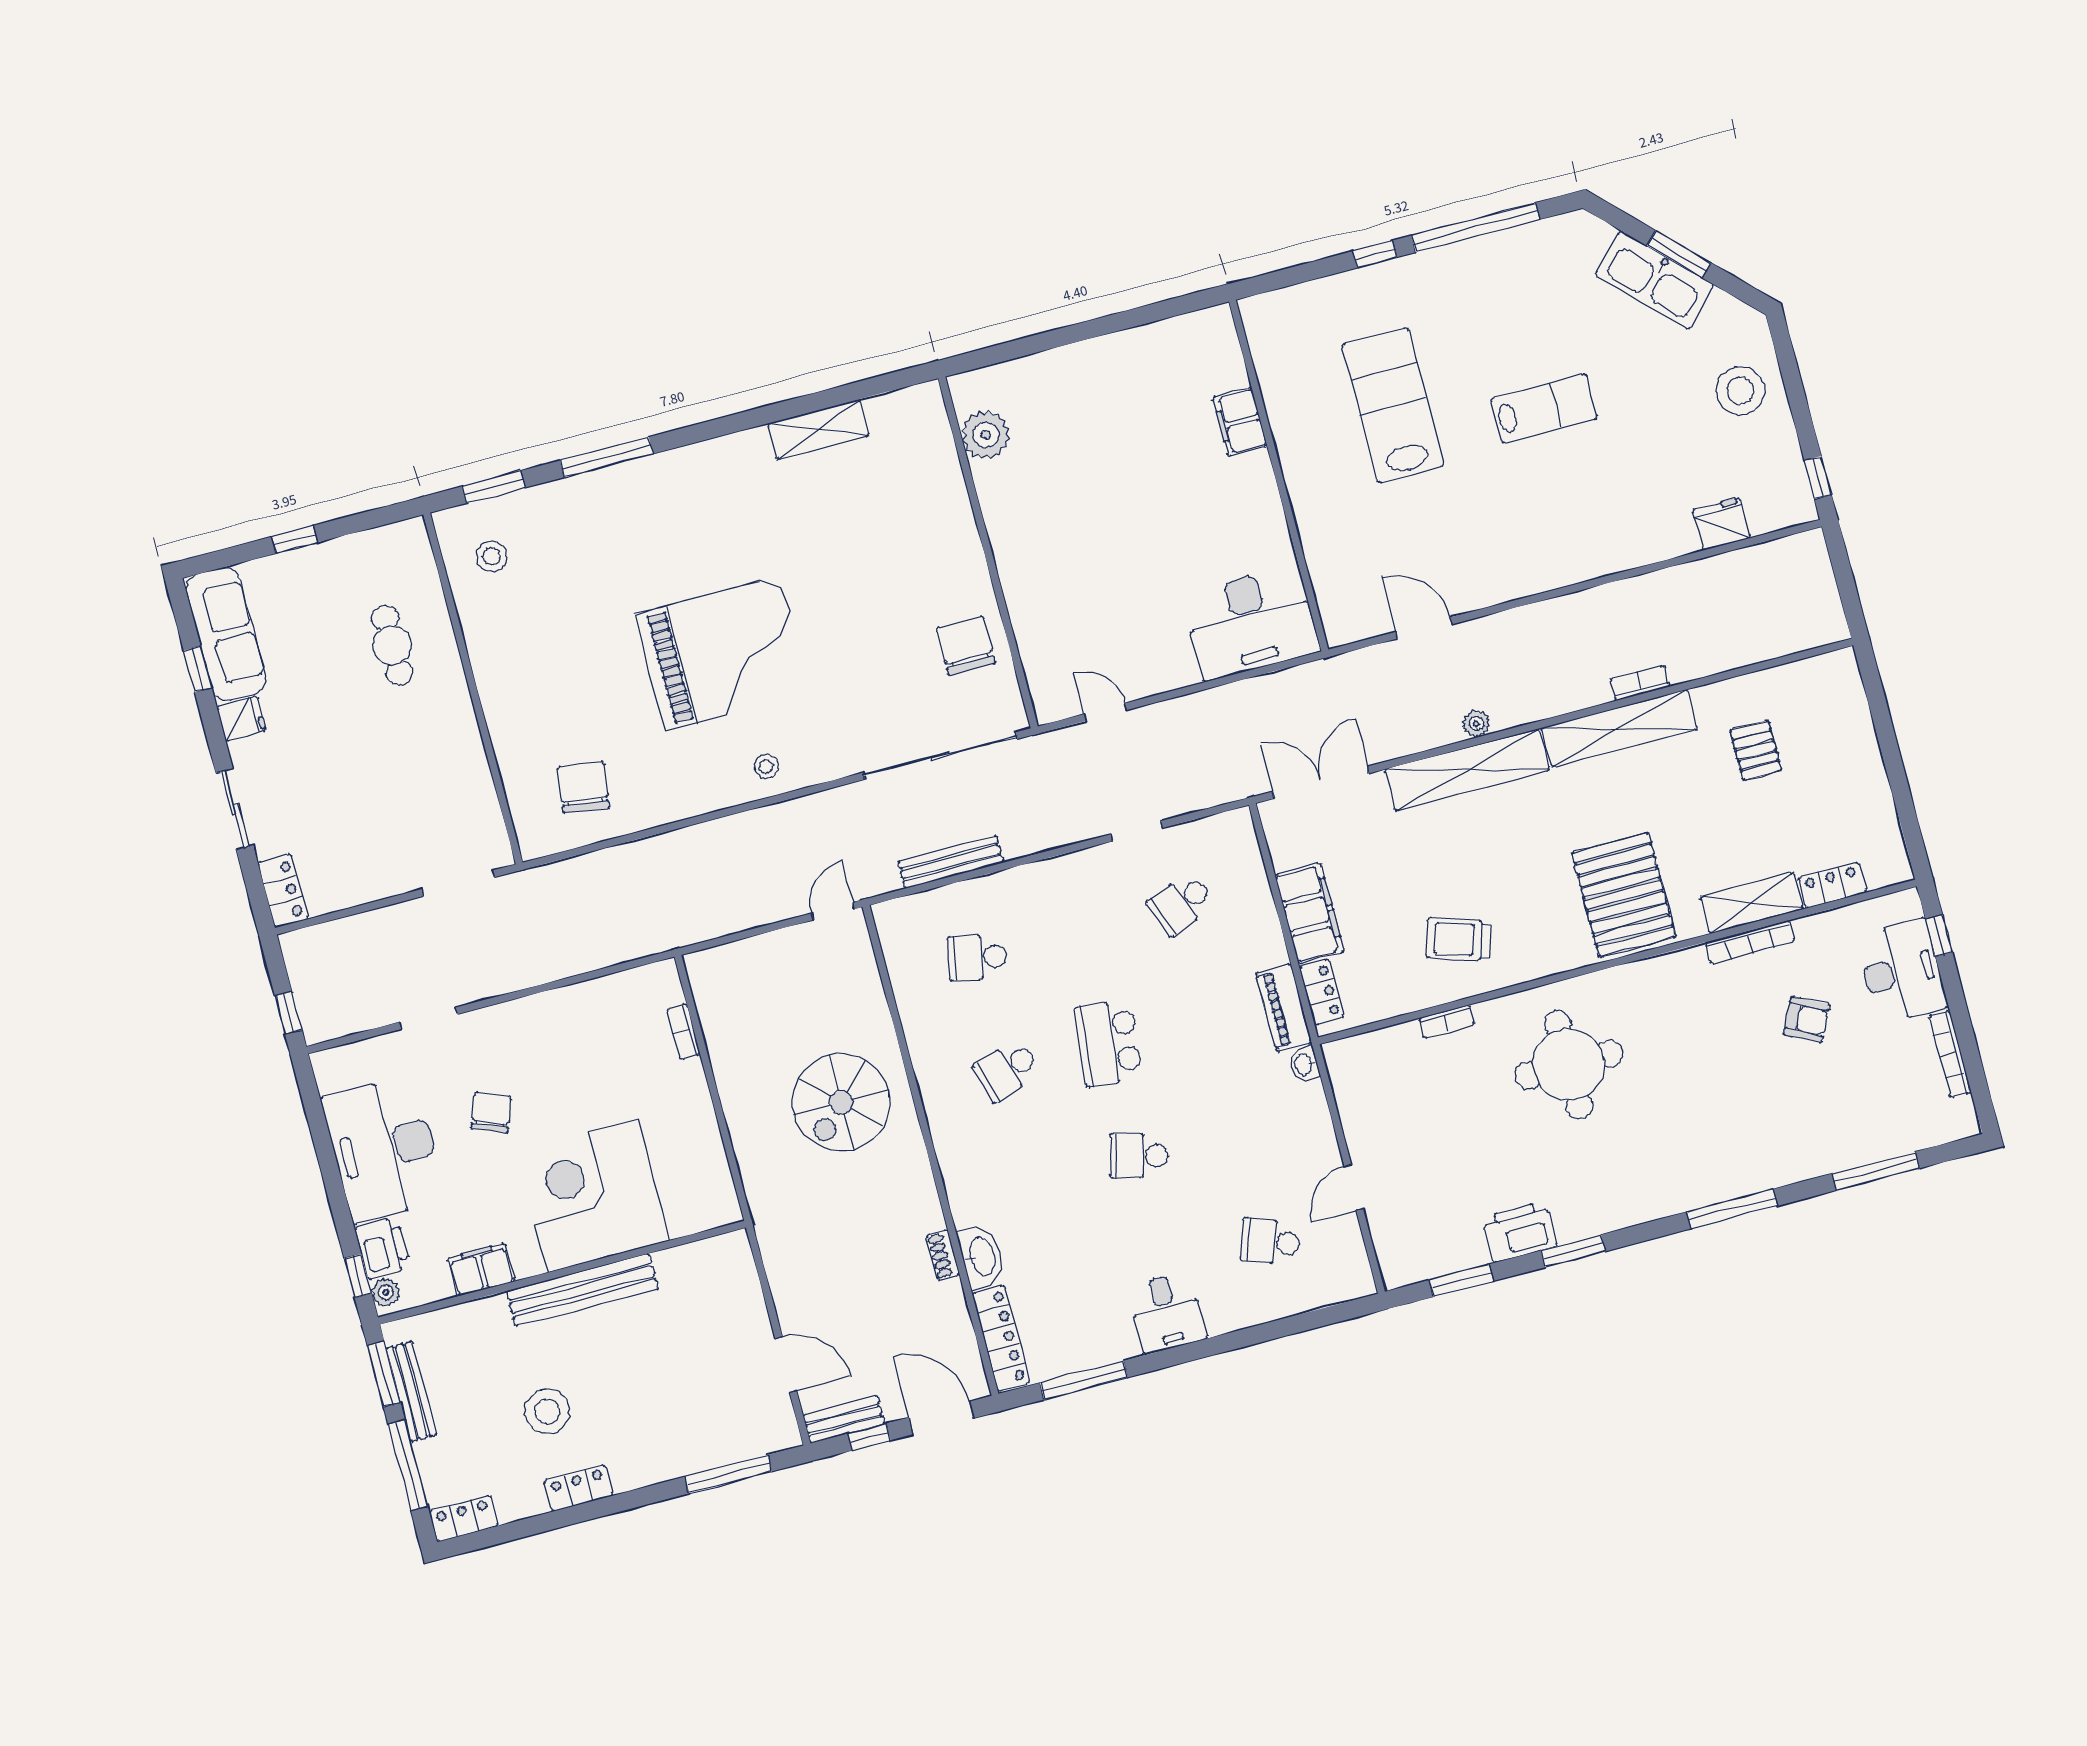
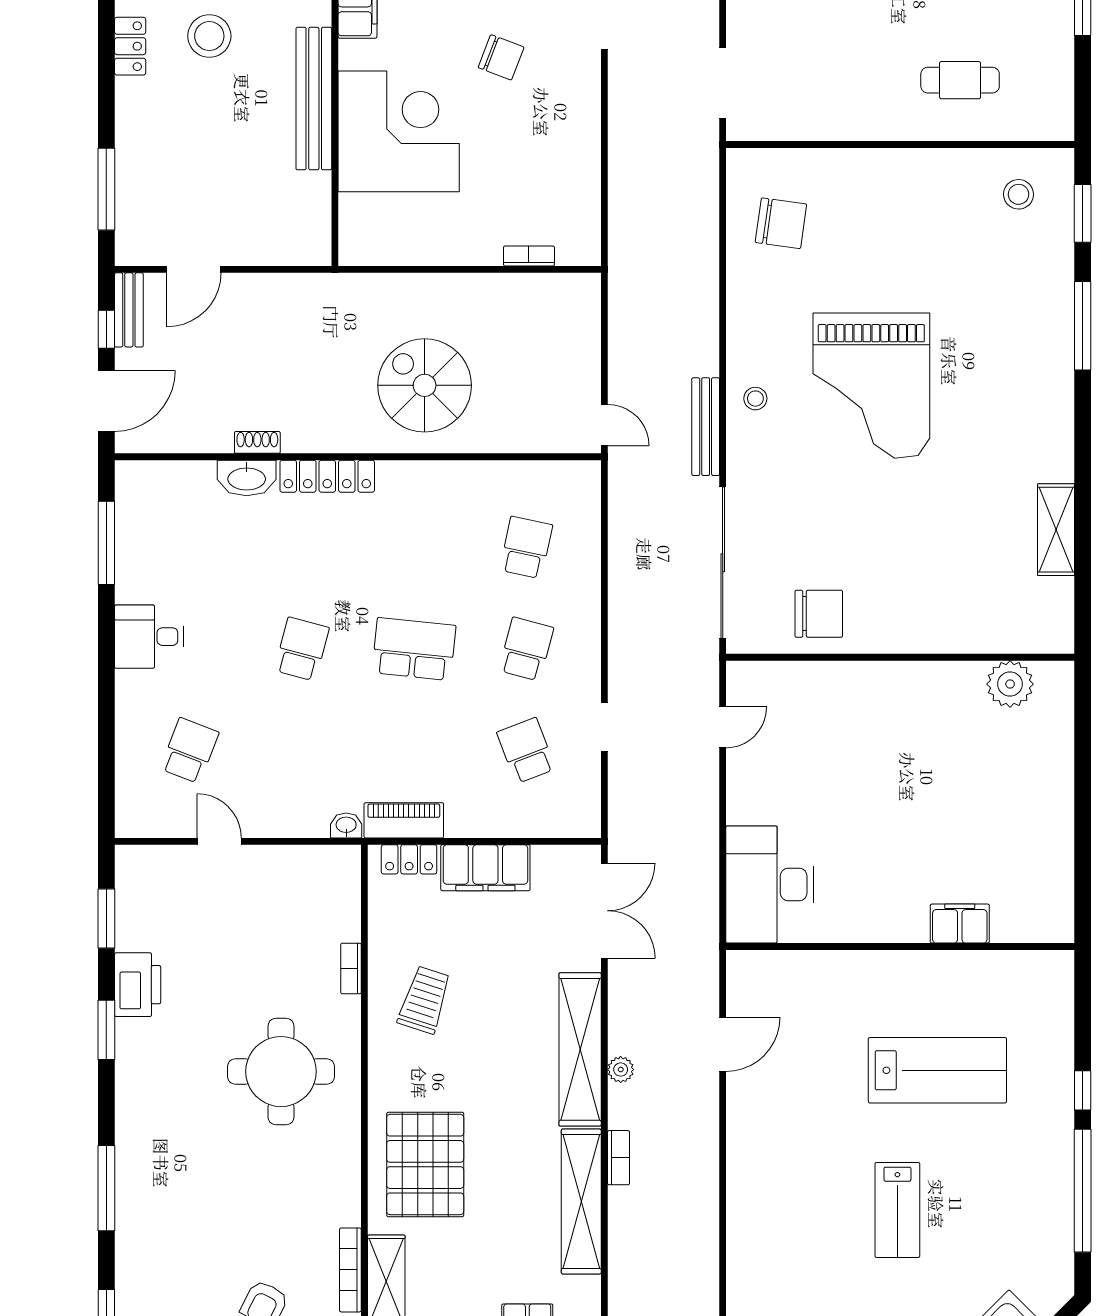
bookcase: (1640, 683) -> (619, 1158), moved
bench: (951, 862) -> (706, 427), moved
pallet: (1624, 895) -> (425, 1164), turned 90
school desk: (1007, 1070) -> (526, 649), moved, turned 33
locker: (1001, 1338) -> (327, 476), moved

